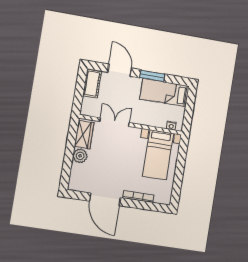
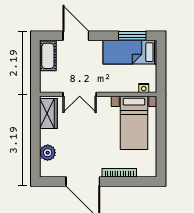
window: (152, 76) -> (132, 36), moved
double door: (115, 122) -> (80, 94), swing flipped
plant: (80, 156) -> (48, 153), moved

